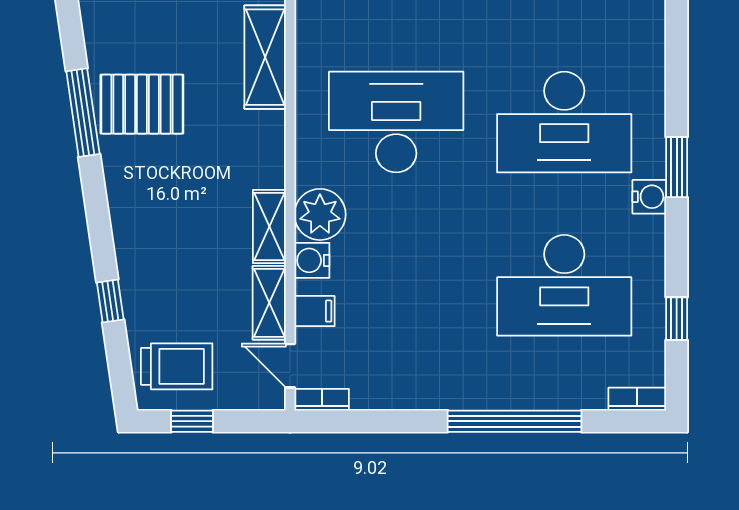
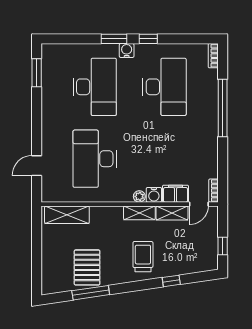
plant: (320, 214) -> (139, 196), width x0.53, depth x0.53
filing cabinet: (315, 311) -> (176, 194), width x2.00
window: (677, 319) -> (148, 39), moved
trolley: (177, 366) -> (143, 257), moved

